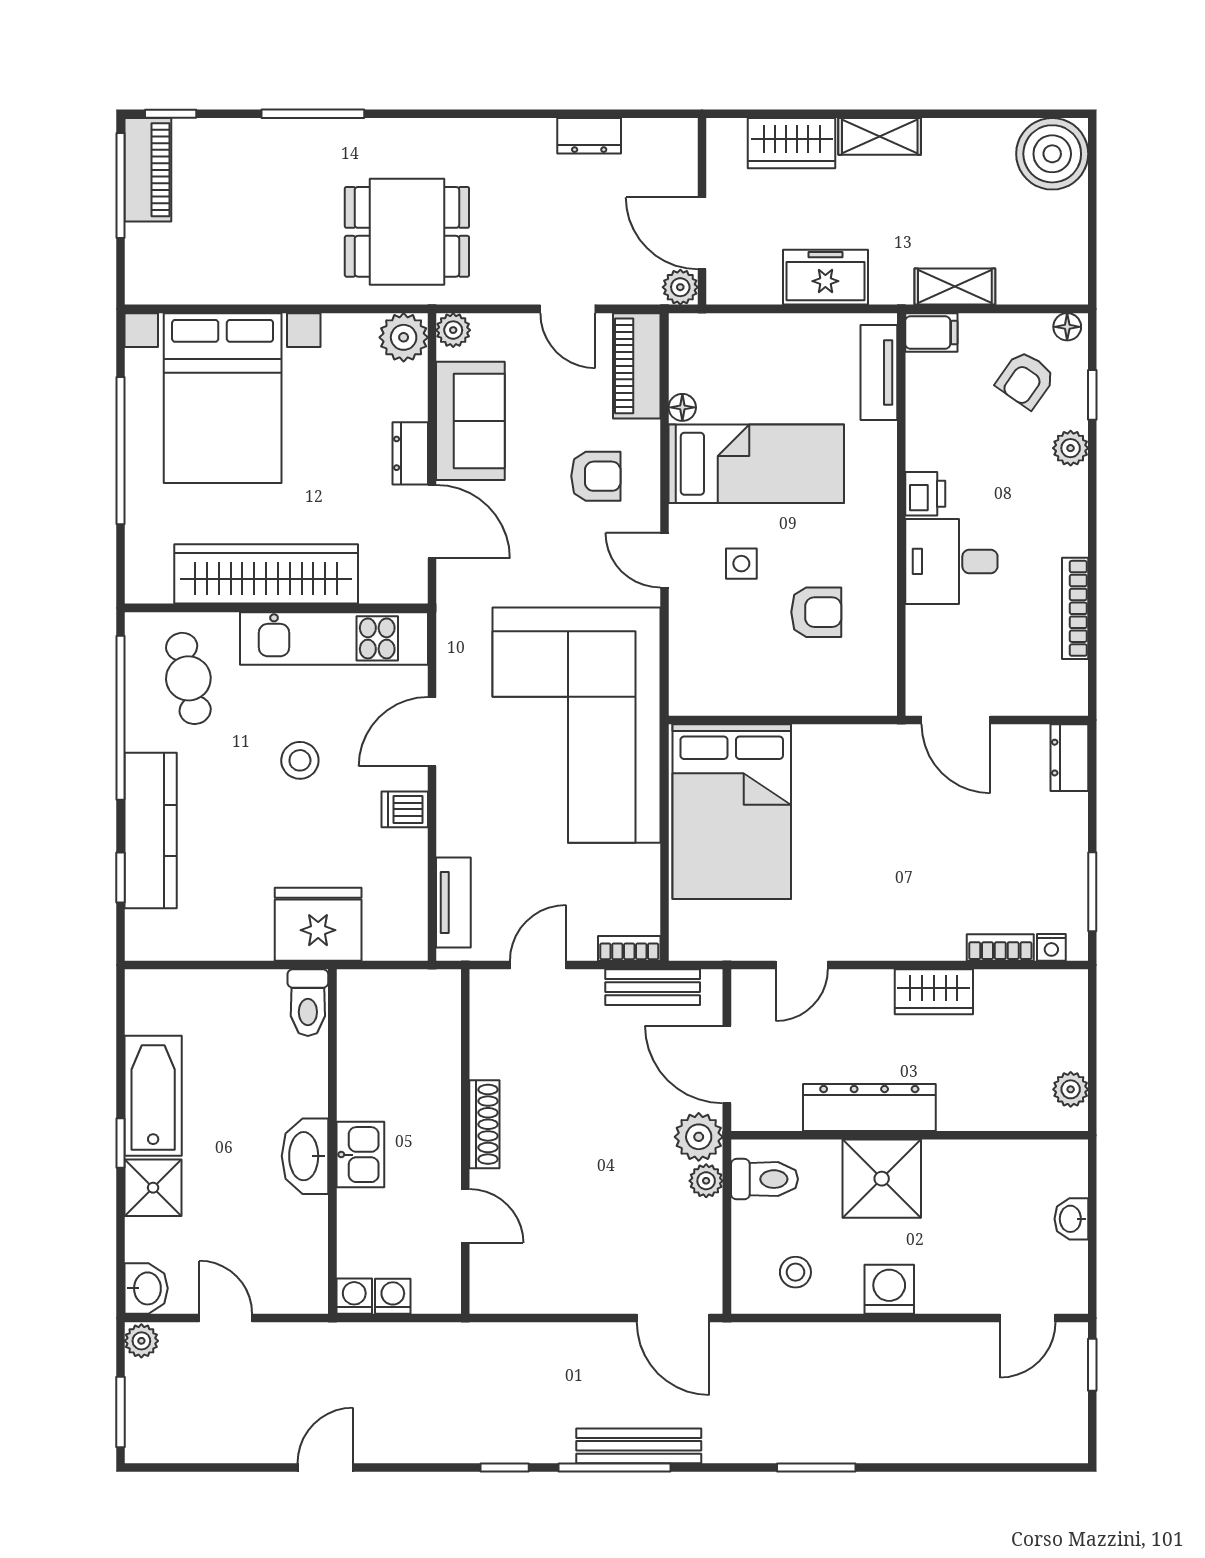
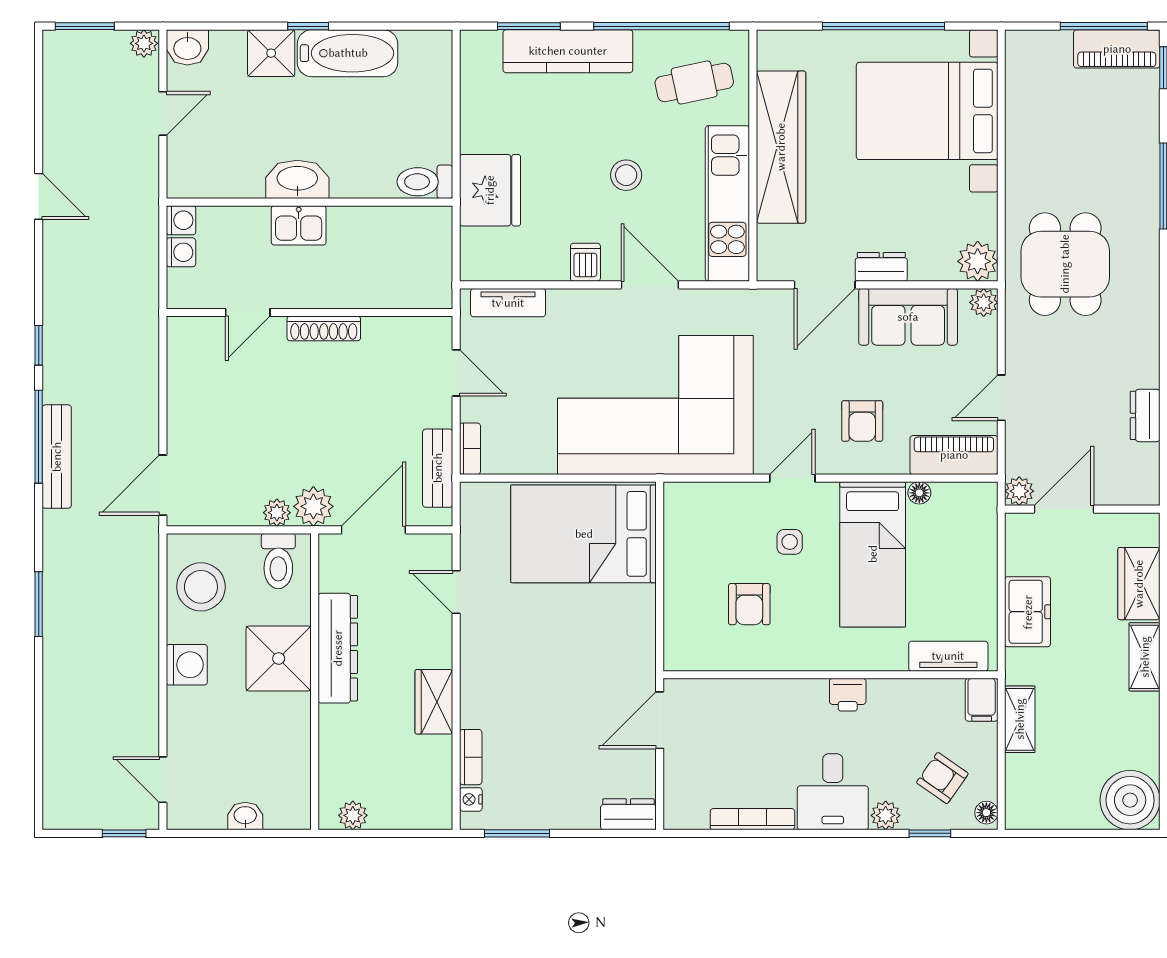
desk: (951, 561) -> (833, 792), moved, turned 180
window: (121, 878) -> (529, 26), width x1.50
stool: (795, 1272) -> (201, 587), width x1.89, depth x1.89

